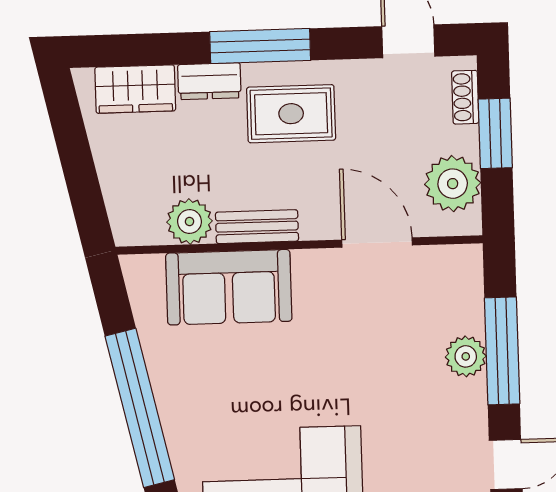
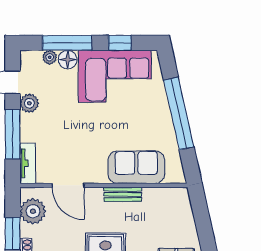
plant: (190, 221) -> (153, 198), removed
tv unit: (467, 288) -> (28, 163), added
plant: (466, 356) -> (29, 103), moved

